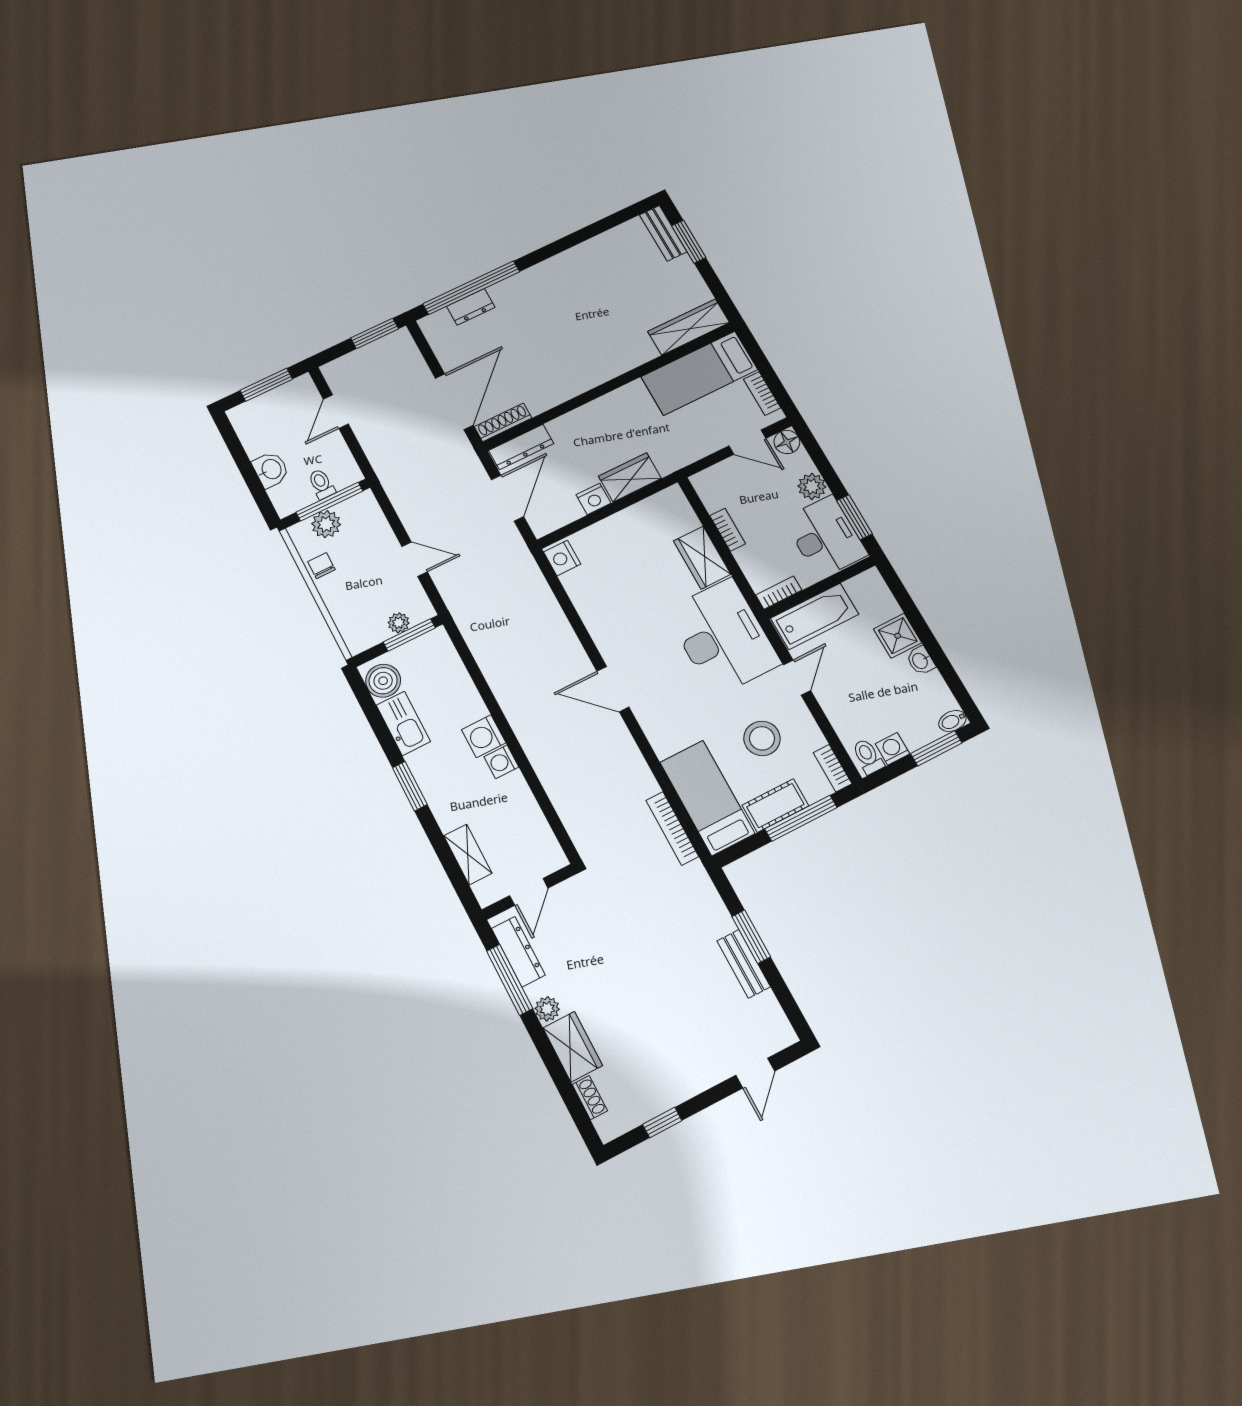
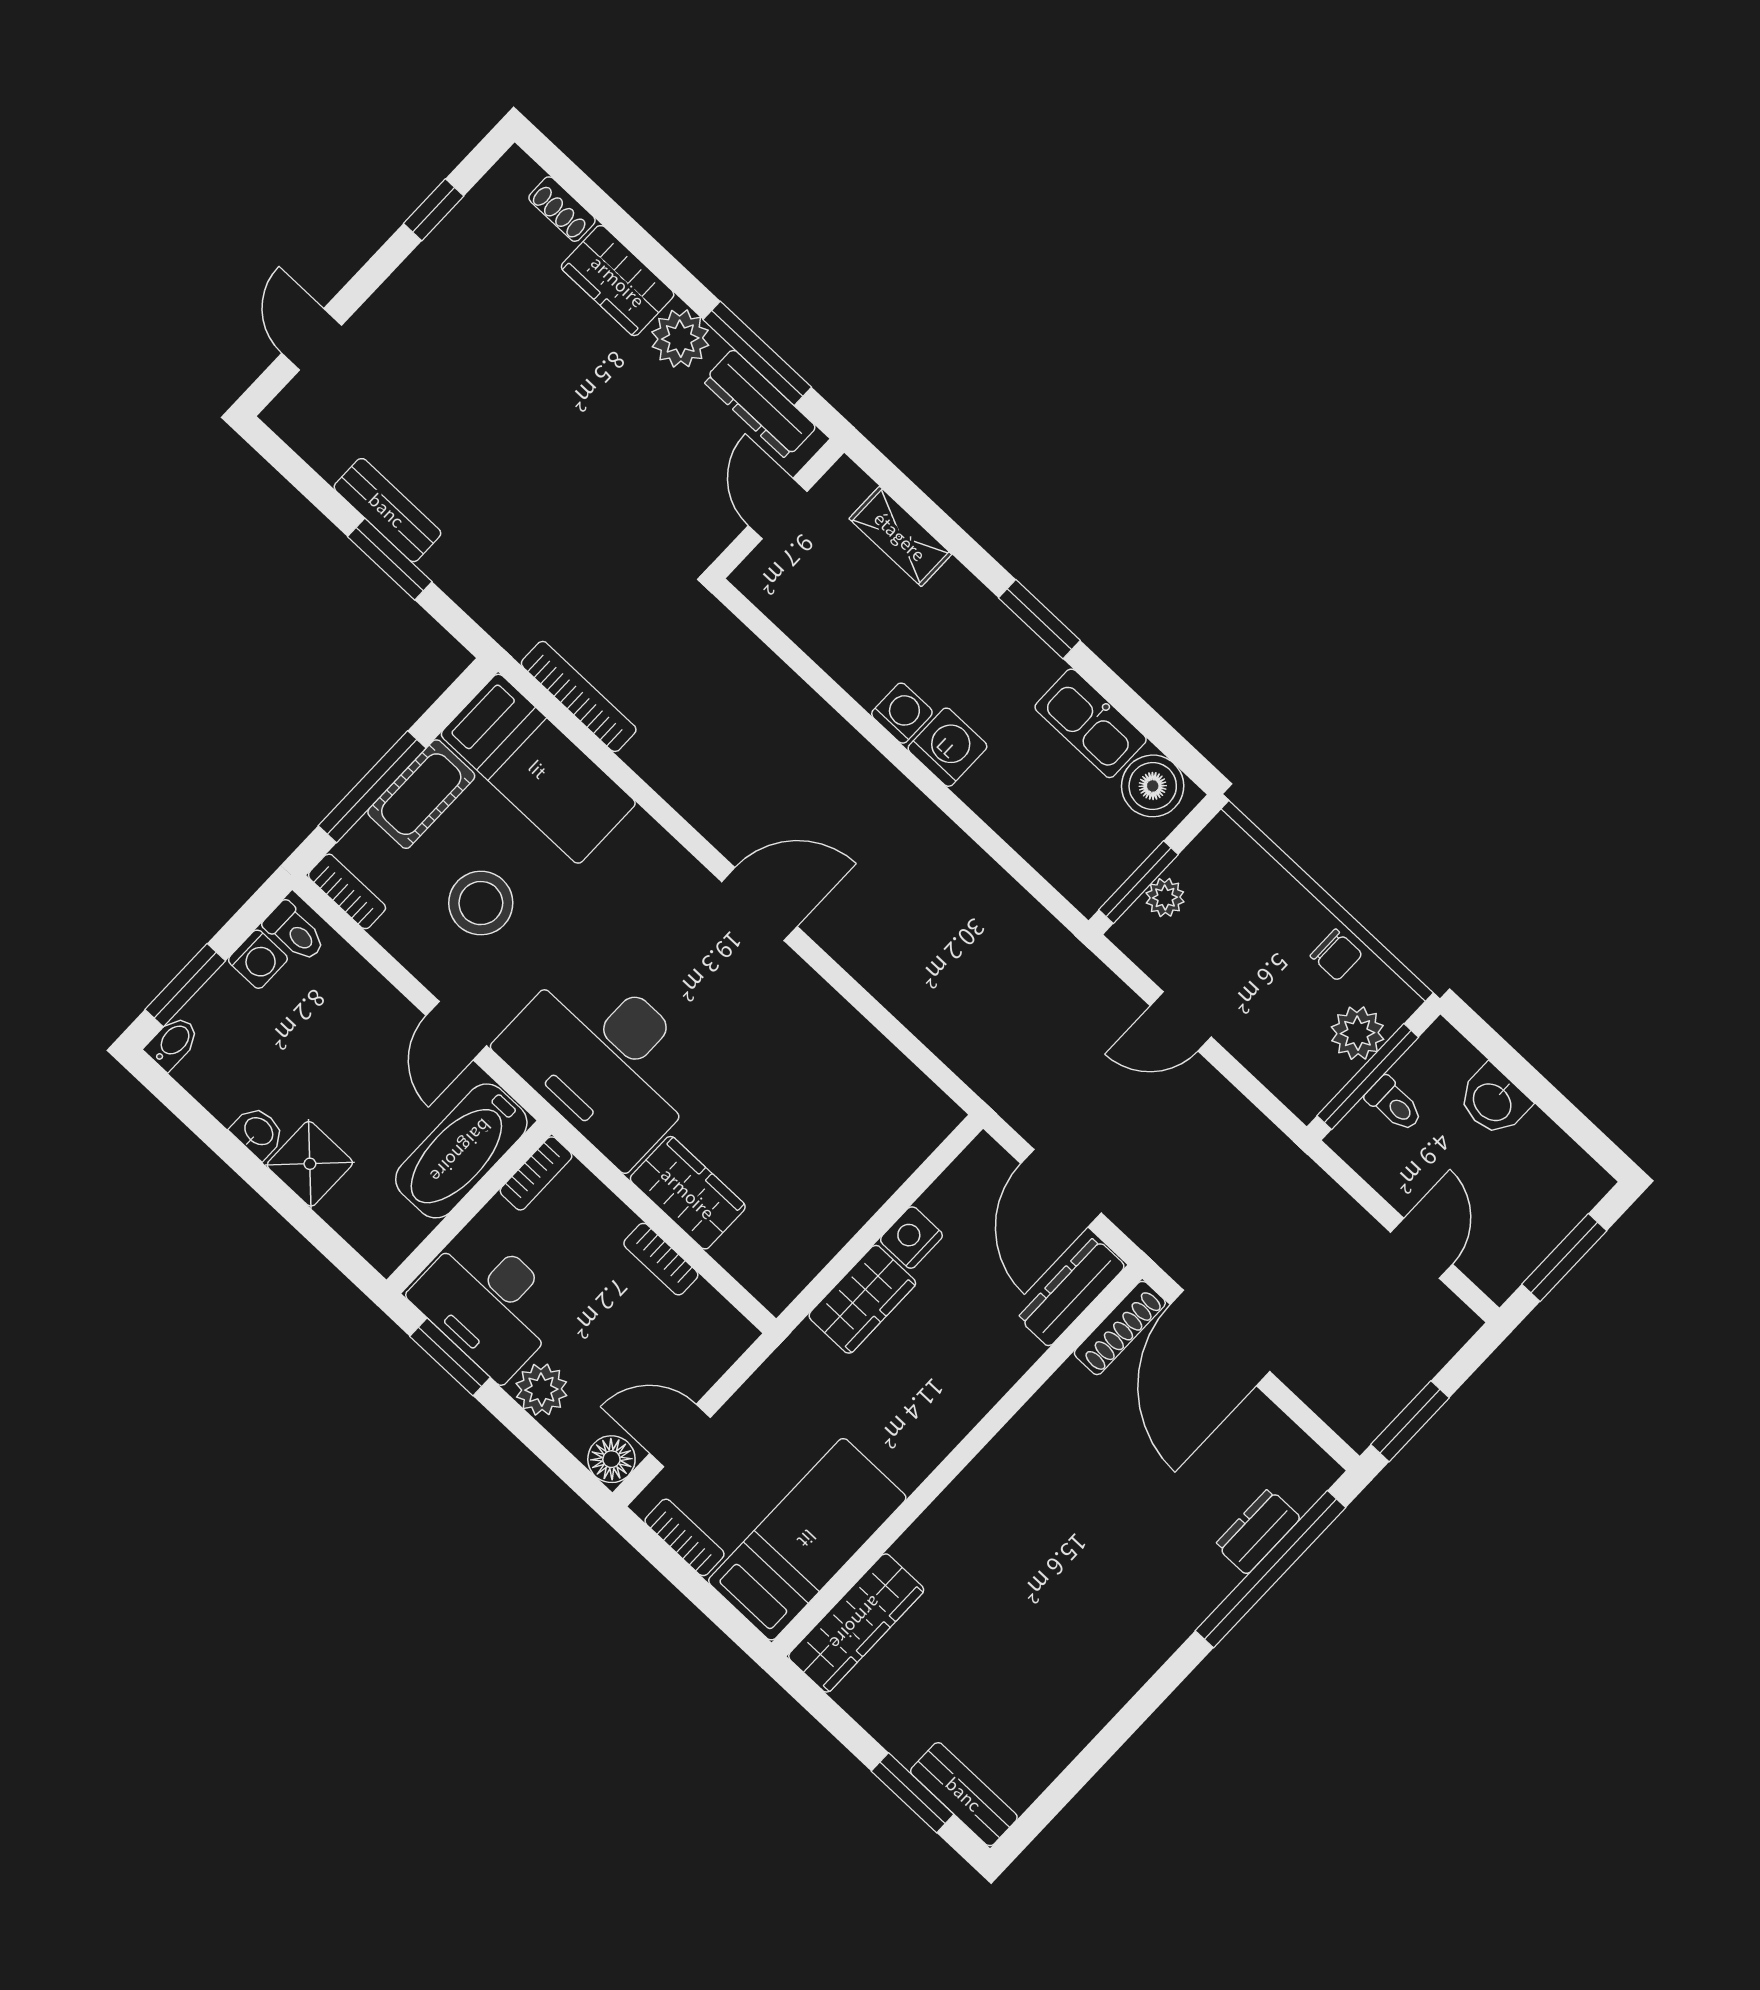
nightstand: (562, 558) -> (928, 1110), removed
plant: (547, 1009) -> (680, 339), width x1.38, depth x1.38

